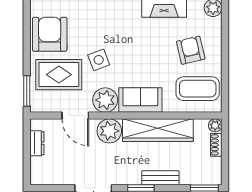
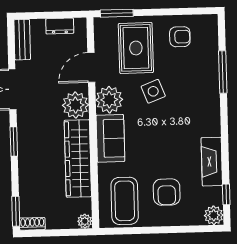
armchair: (50, 34) -> (180, 37), width x0.53, depth x0.53
armchair: (191, 50) -> (167, 192), turned 103
shoe rack: (216, 145) -> (32, 224), moved
bench: (160, 178) -> (22, 40), moved

